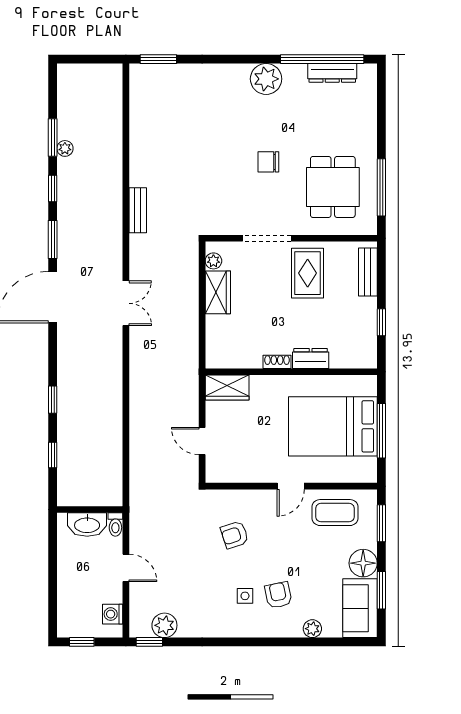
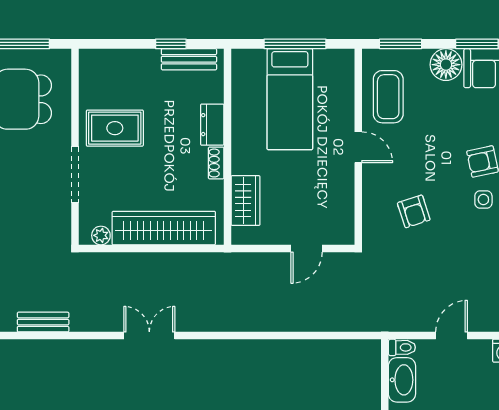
bench: (368, 272) -> (189, 59), moved
wardrobe: (218, 292) -> (164, 228), width x2.10, depth x1.17
wardrobe: (227, 388) -> (245, 201), moved
bed: (333, 426) -> (290, 99), width x0.67

